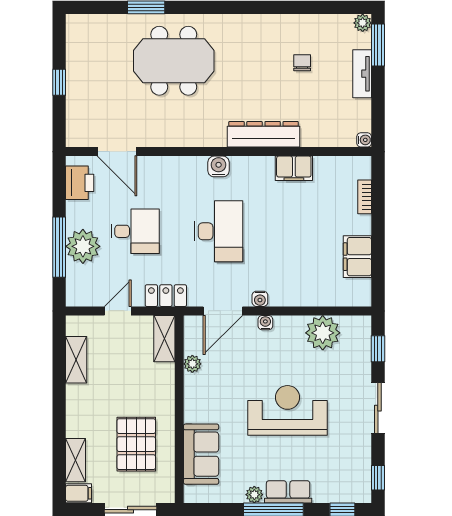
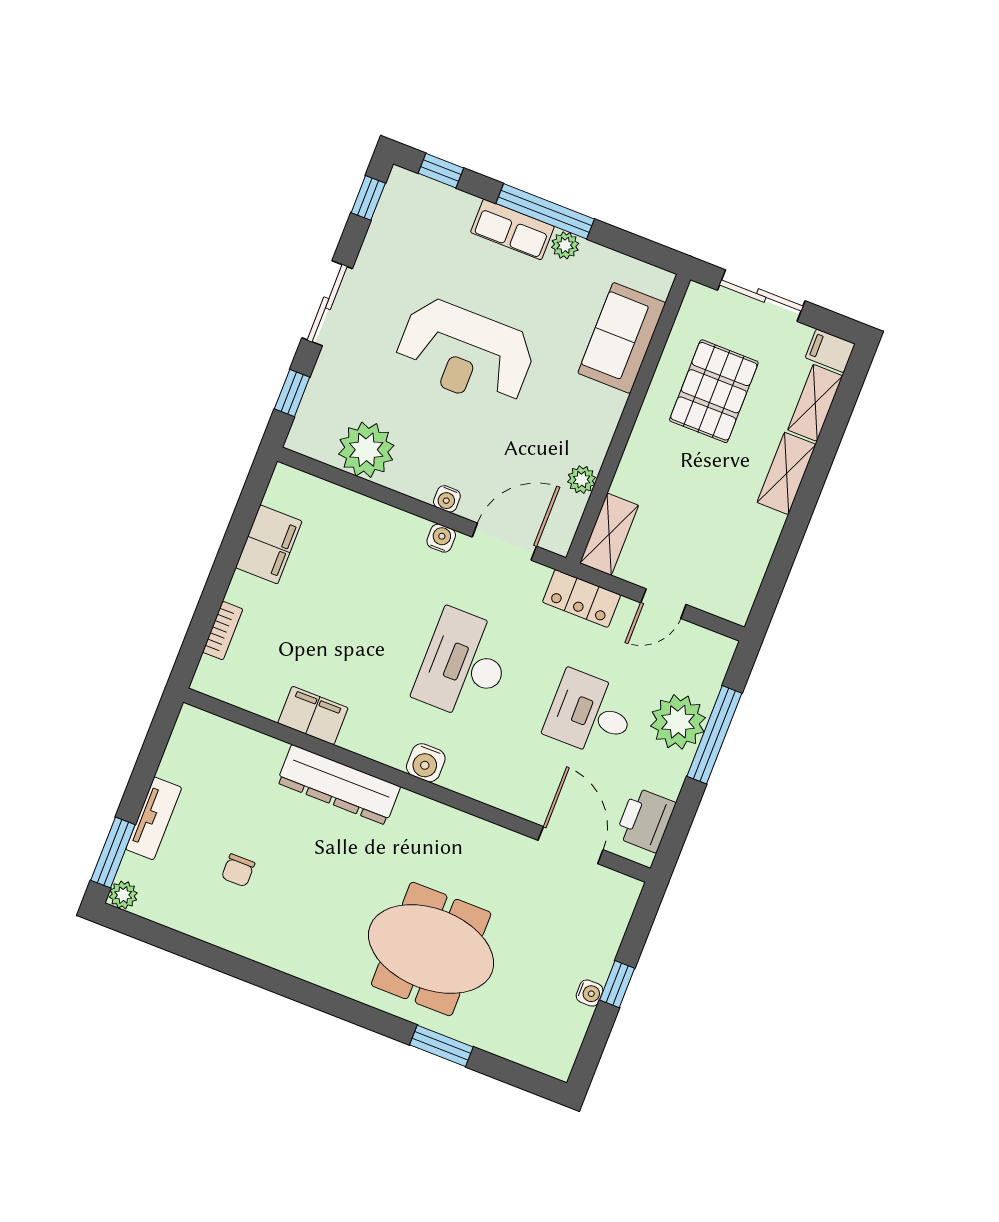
water cooler: (364, 140) -> (590, 993), moved, turned 180
shelving: (76, 360) -> (786, 473), moved

